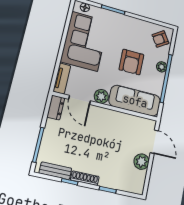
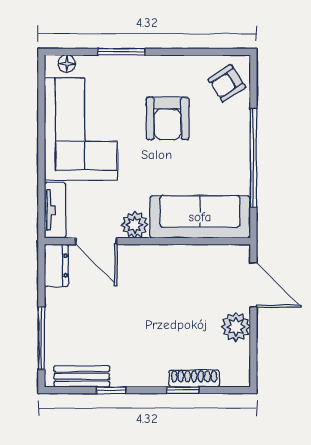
armchair: (131, 62) -> (168, 118), moved
plant: (162, 67) -> (240, 138), removed
shoe rack: (85, 178) -> (194, 378), moved

